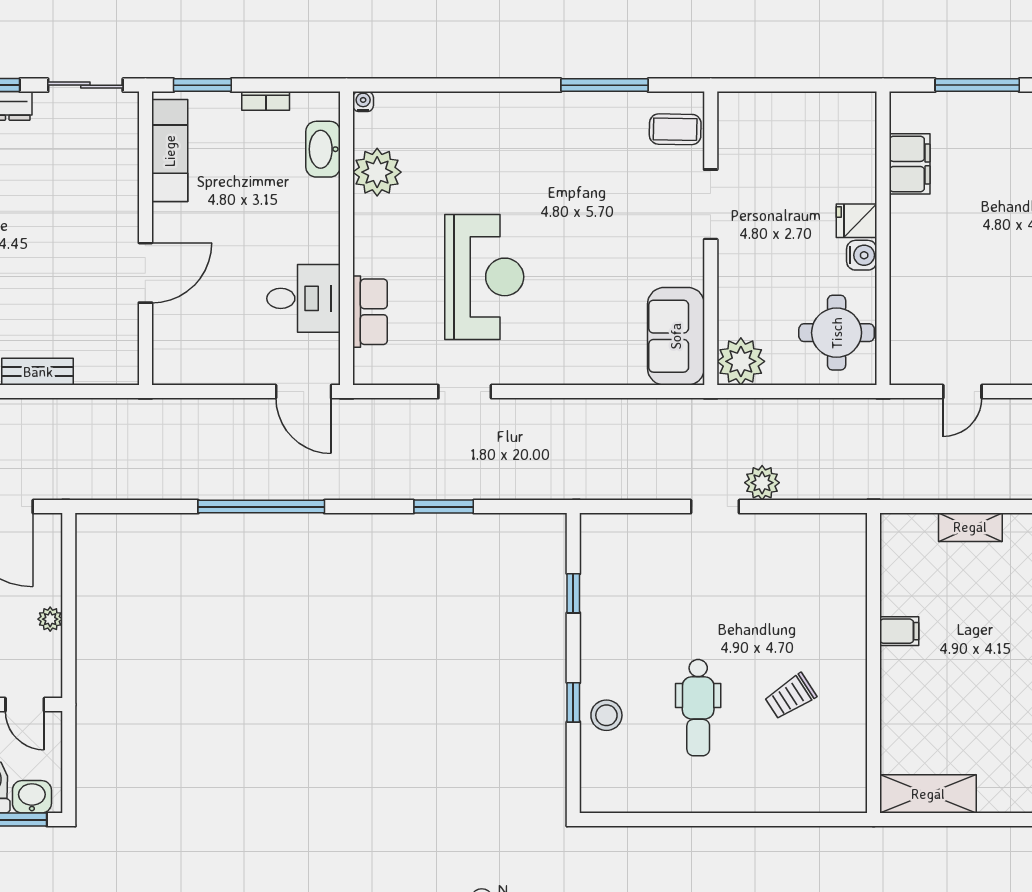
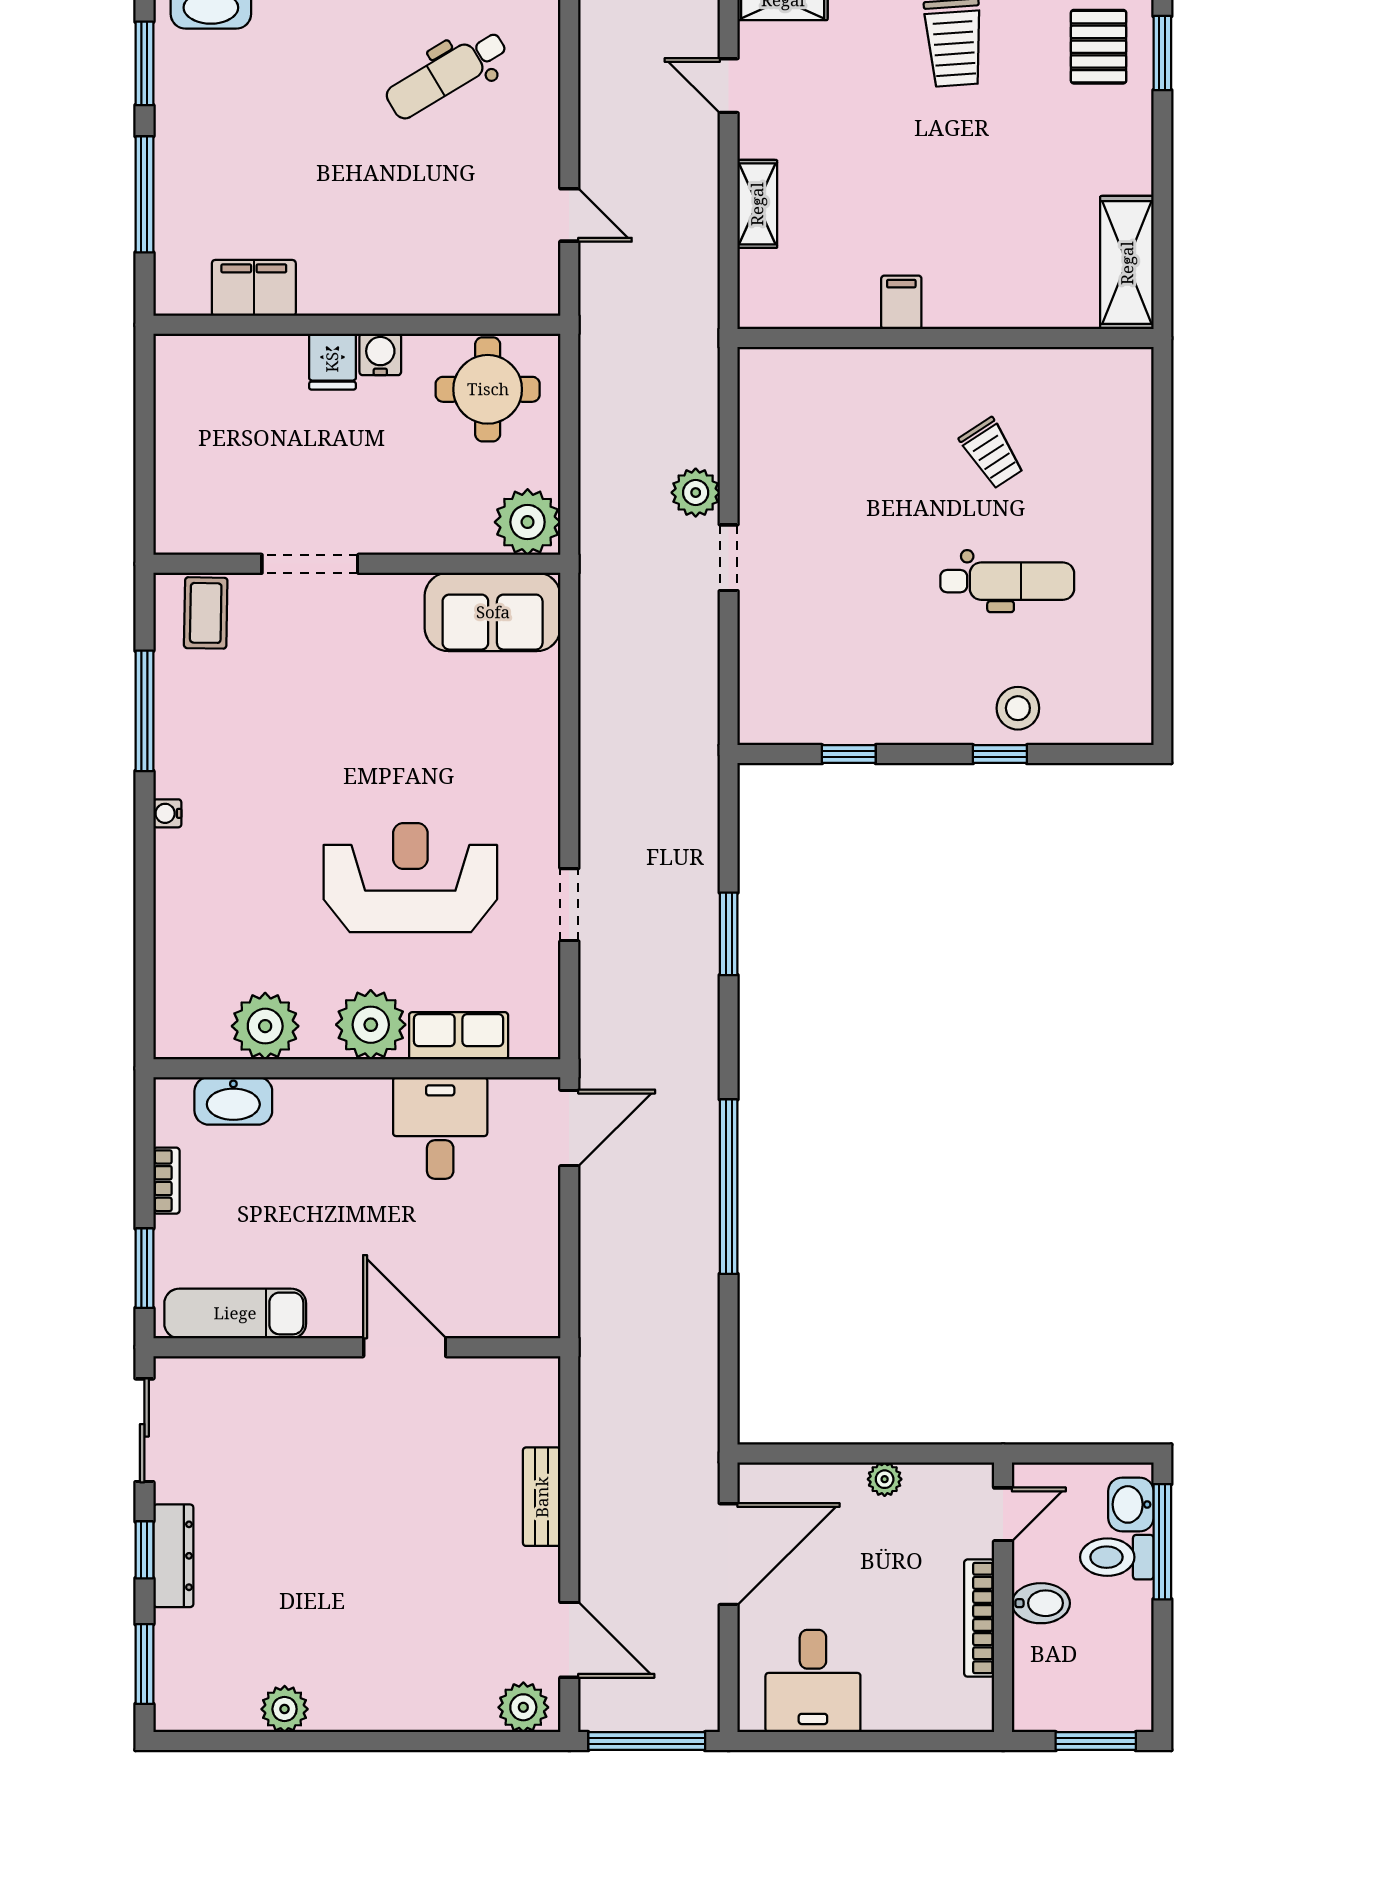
water cooler: (363, 102) -> (167, 813), moved
plant: (378, 248) -> (371, 1025), added

